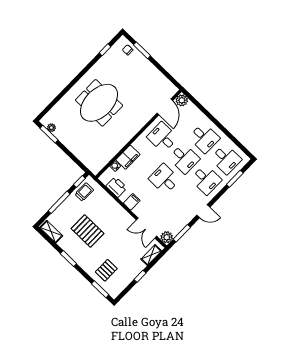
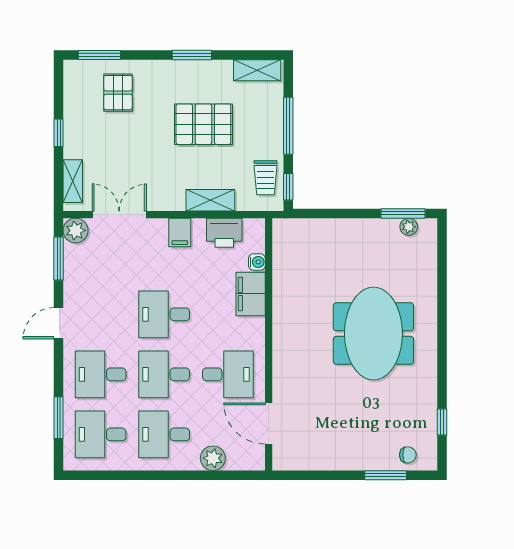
plant: (182, 100) -> (213, 458), moved
desk: (164, 179) -> (164, 314), turned 180
shelving: (110, 203) -> (210, 200), added

